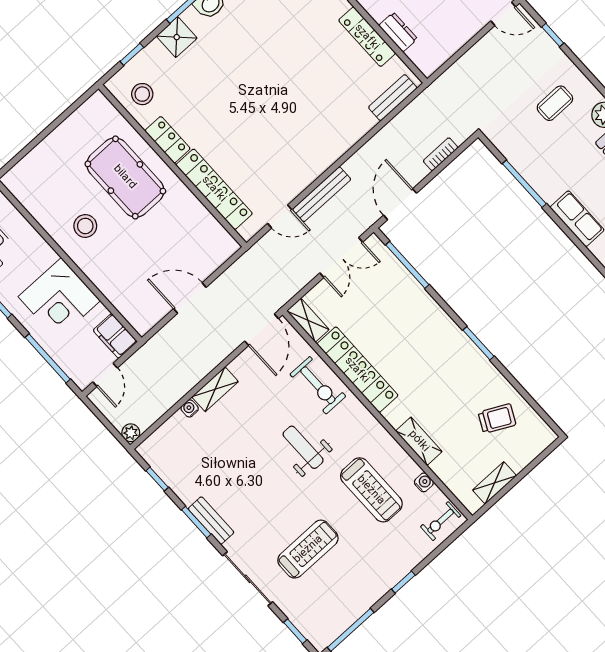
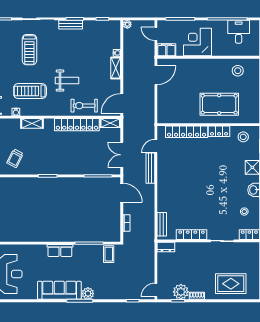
dresser: (398, 32) -> (166, 247), moved
coffee table: (555, 103) -> (109, 254), moved
stool: (85, 226) -> (238, 71), moved
door: (190, 298) -> (156, 75), moved
door: (261, 330) -> (122, 103), hinge flipped

